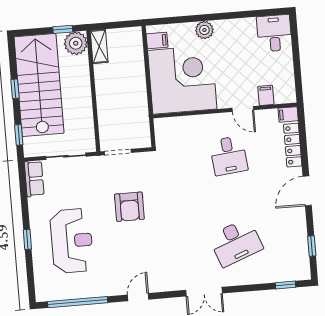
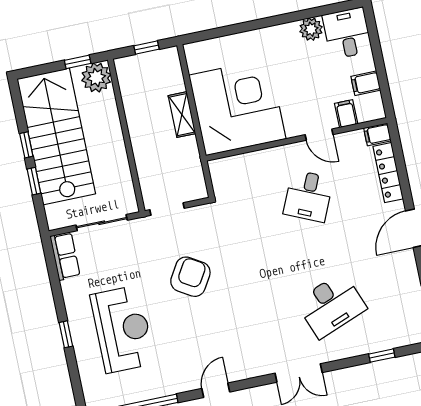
window: (118, 25) -> (147, 47), added
plant: (204, 30) -> (311, 29), moved
filing cabinet: (157, 40) -> (366, 83), moved, turned 180
shelving: (99, 46) -> (182, 115), moved
window: (19, 135) -> (34, 181), moved
desk: (229, 156) -> (308, 196), turned 30
armchair: (129, 207) -> (190, 277), turned -149
window: (285, 285) -> (382, 356), moved

